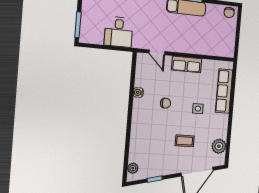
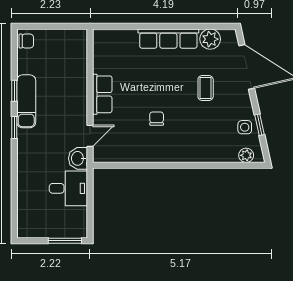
washbasin: (141, 42) -> (78, 158), added
row of seats: (224, 91) -> (168, 39), moved
water cooler: (138, 92) -> (145, 156), removed
side table: (198, 109) -> (245, 127), moved

